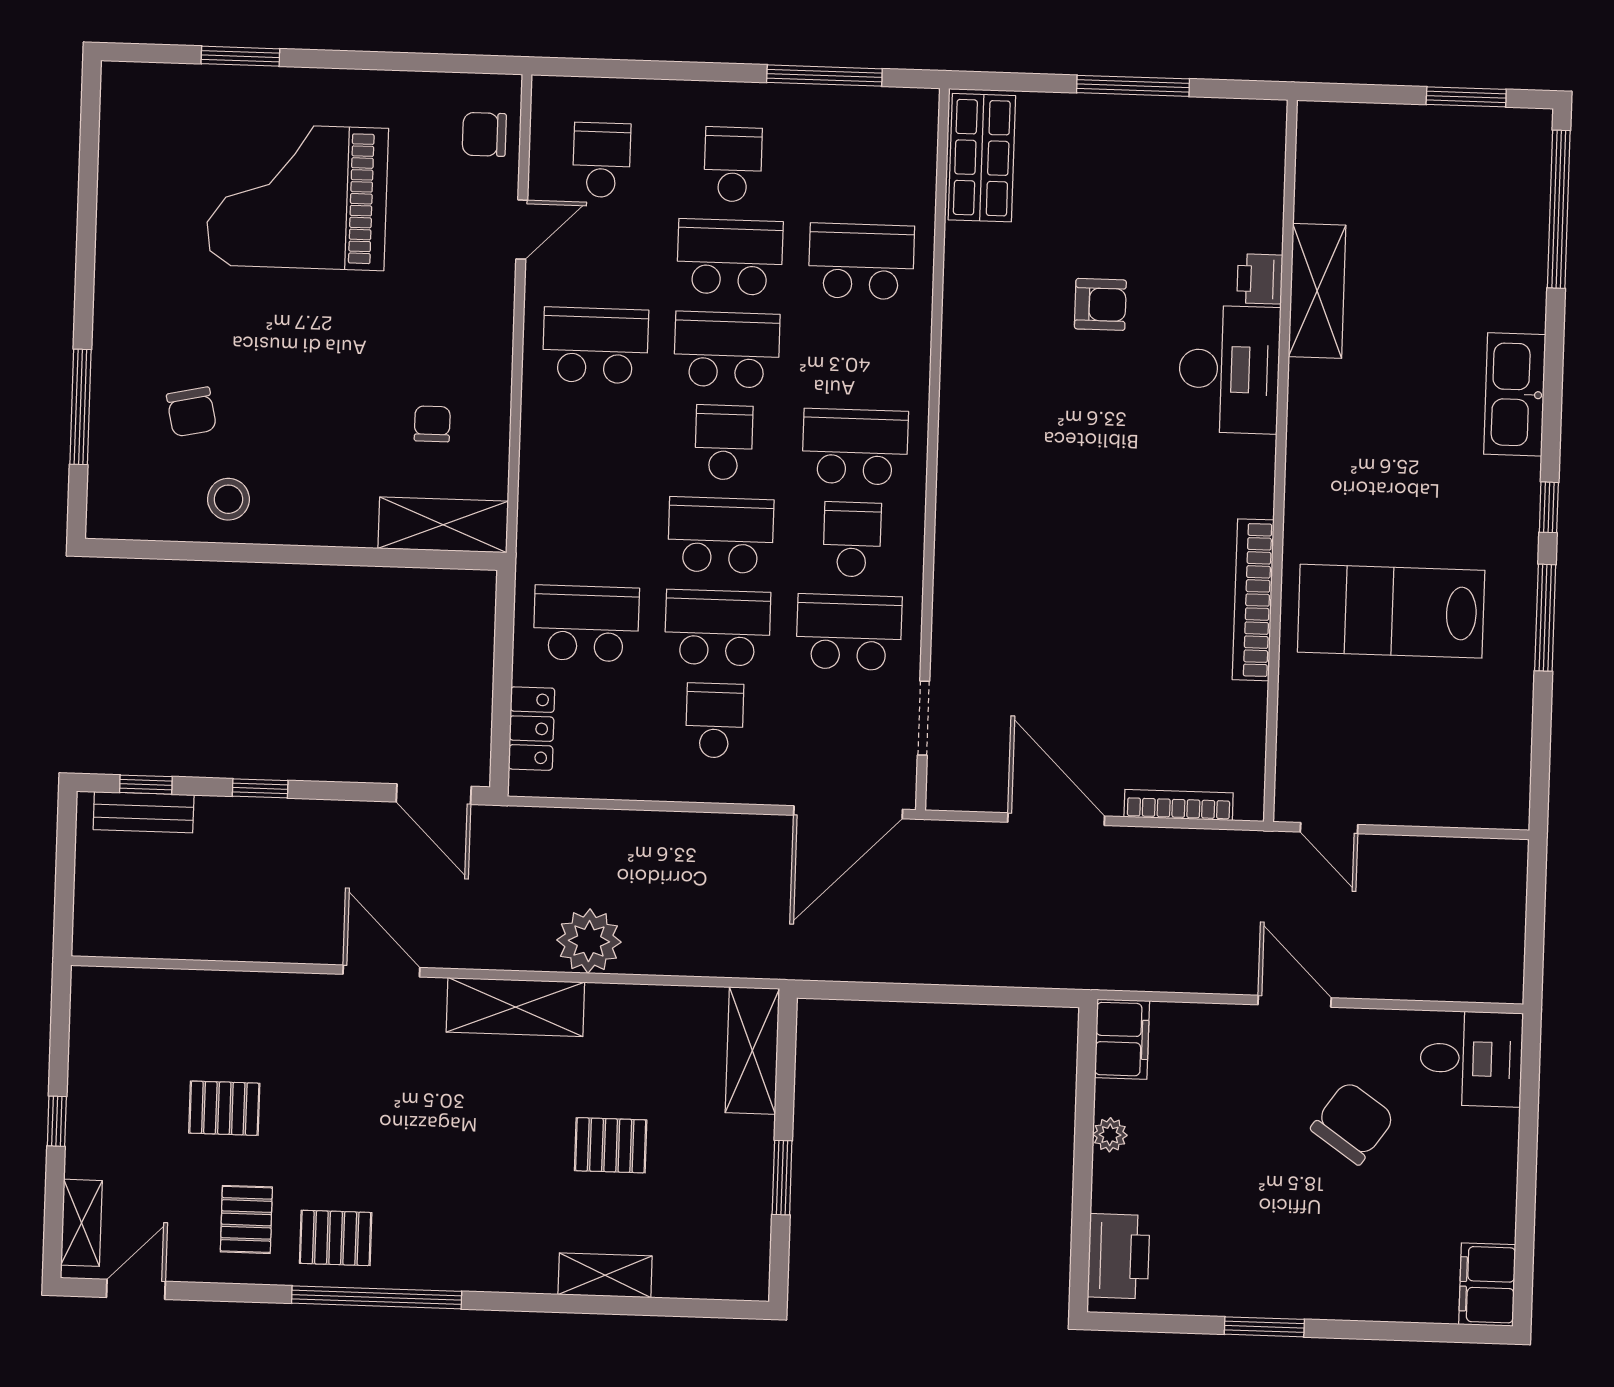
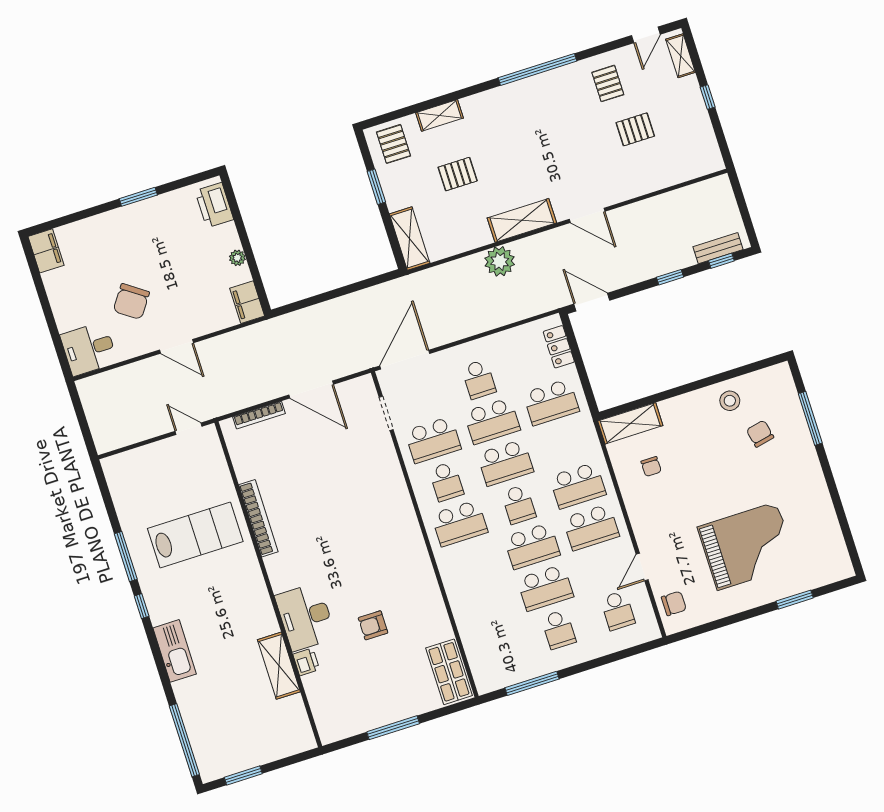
school desk: (861, 261) -> (578, 486), moved
pallet: (336, 1238) -> (394, 144), moved, turned 90

